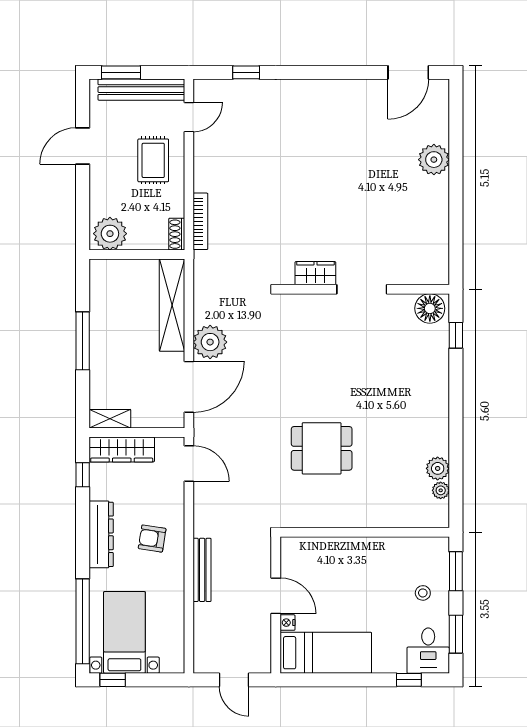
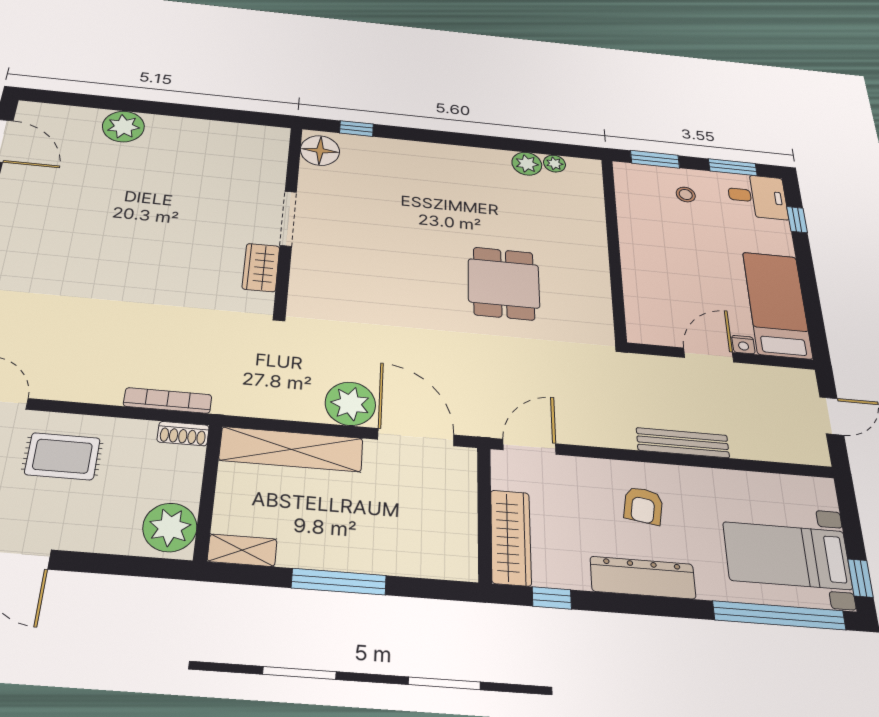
shelving: (110, 419) -> (242, 550), moved, turned 90

